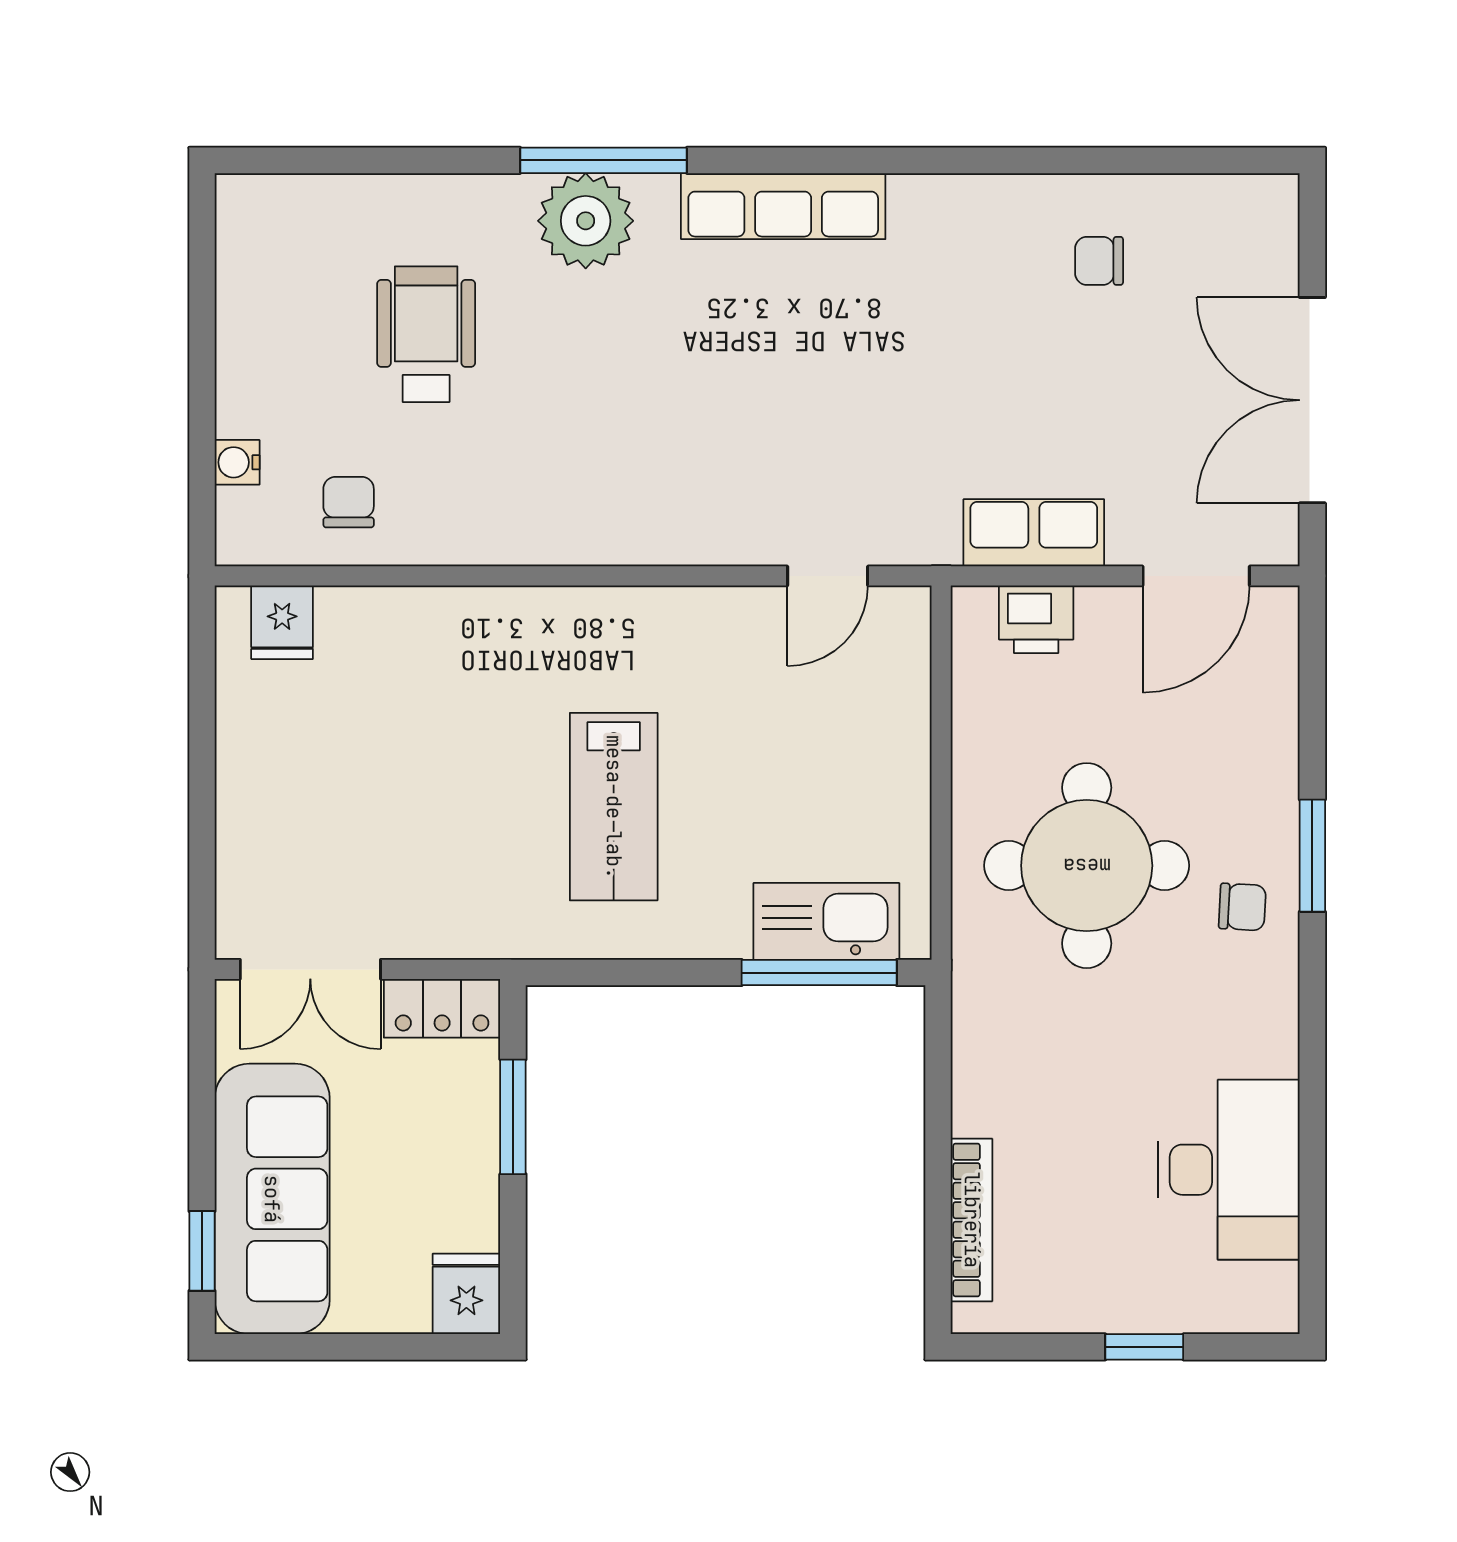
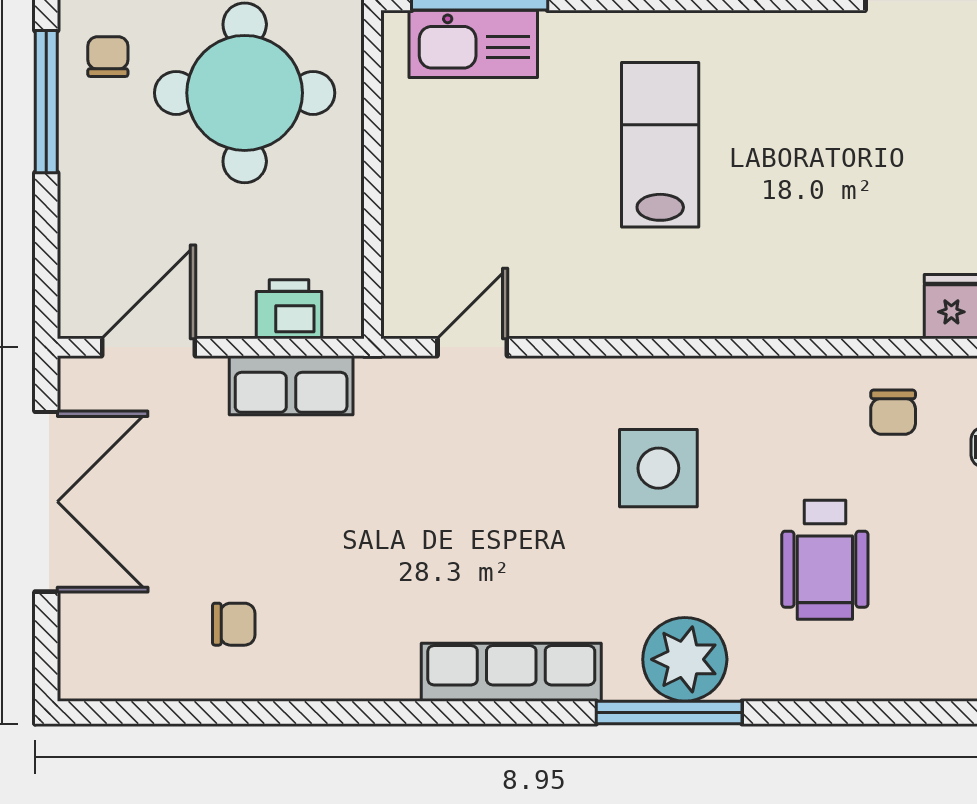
side table: (616, 438) -> (658, 468), added
window: (1312, 856) -> (46, 102), width x1.44
chair: (1242, 907) -> (108, 57), turned 87

